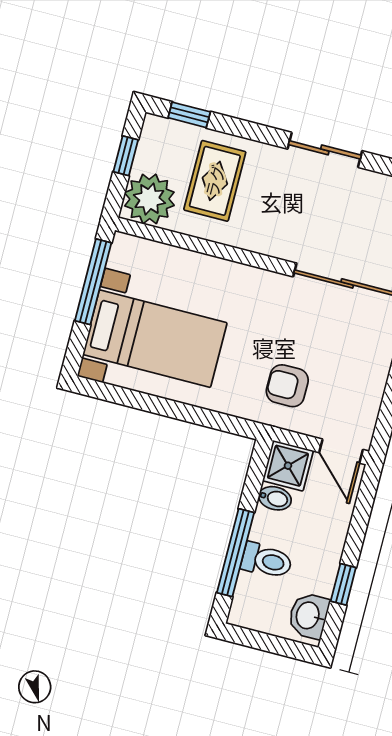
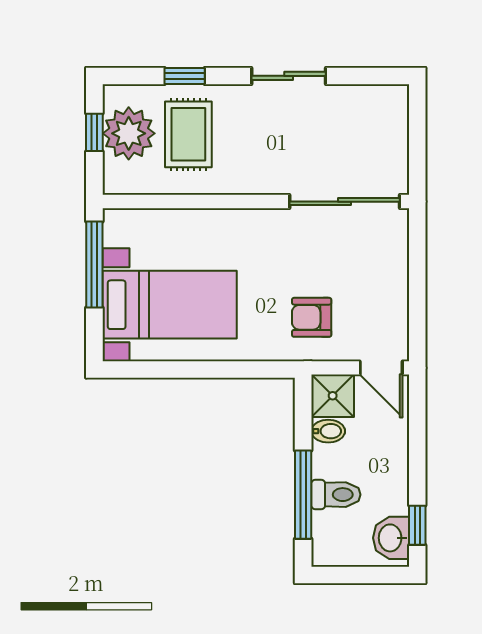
window: (189, 115) -> (185, 76), moved
plant: (149, 199) -> (129, 133), moved
window: (343, 584) -> (417, 525), moved

